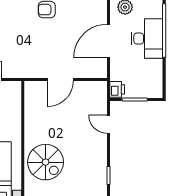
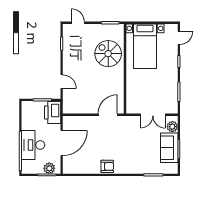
door: (60, 80) -> (108, 115), moved
printer: (117, 89) -> (53, 112), width x1.87, depth x1.48

